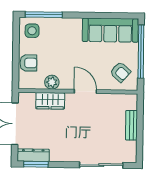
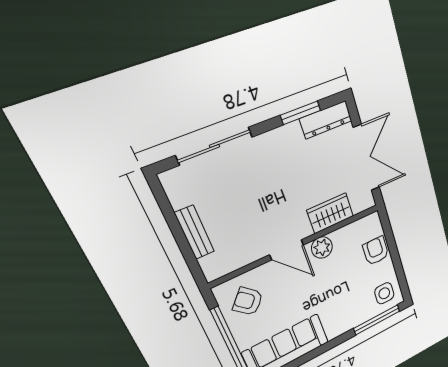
armchair: (28, 63) -> (376, 251), turned 90
plant: (52, 82) -> (322, 248), moved
window: (36, 164) -> (301, 113), moved

